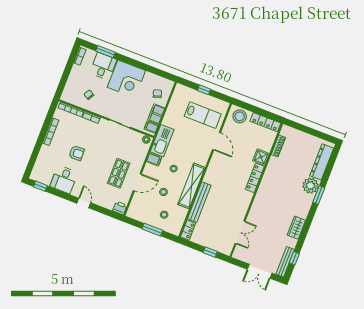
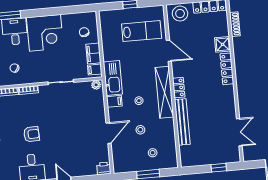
shop shelf: (119, 173) -> (85, 133), removed
shelving: (191, 186) -> (164, 92), moved
locker: (188, 230) -> (179, 88), moved

